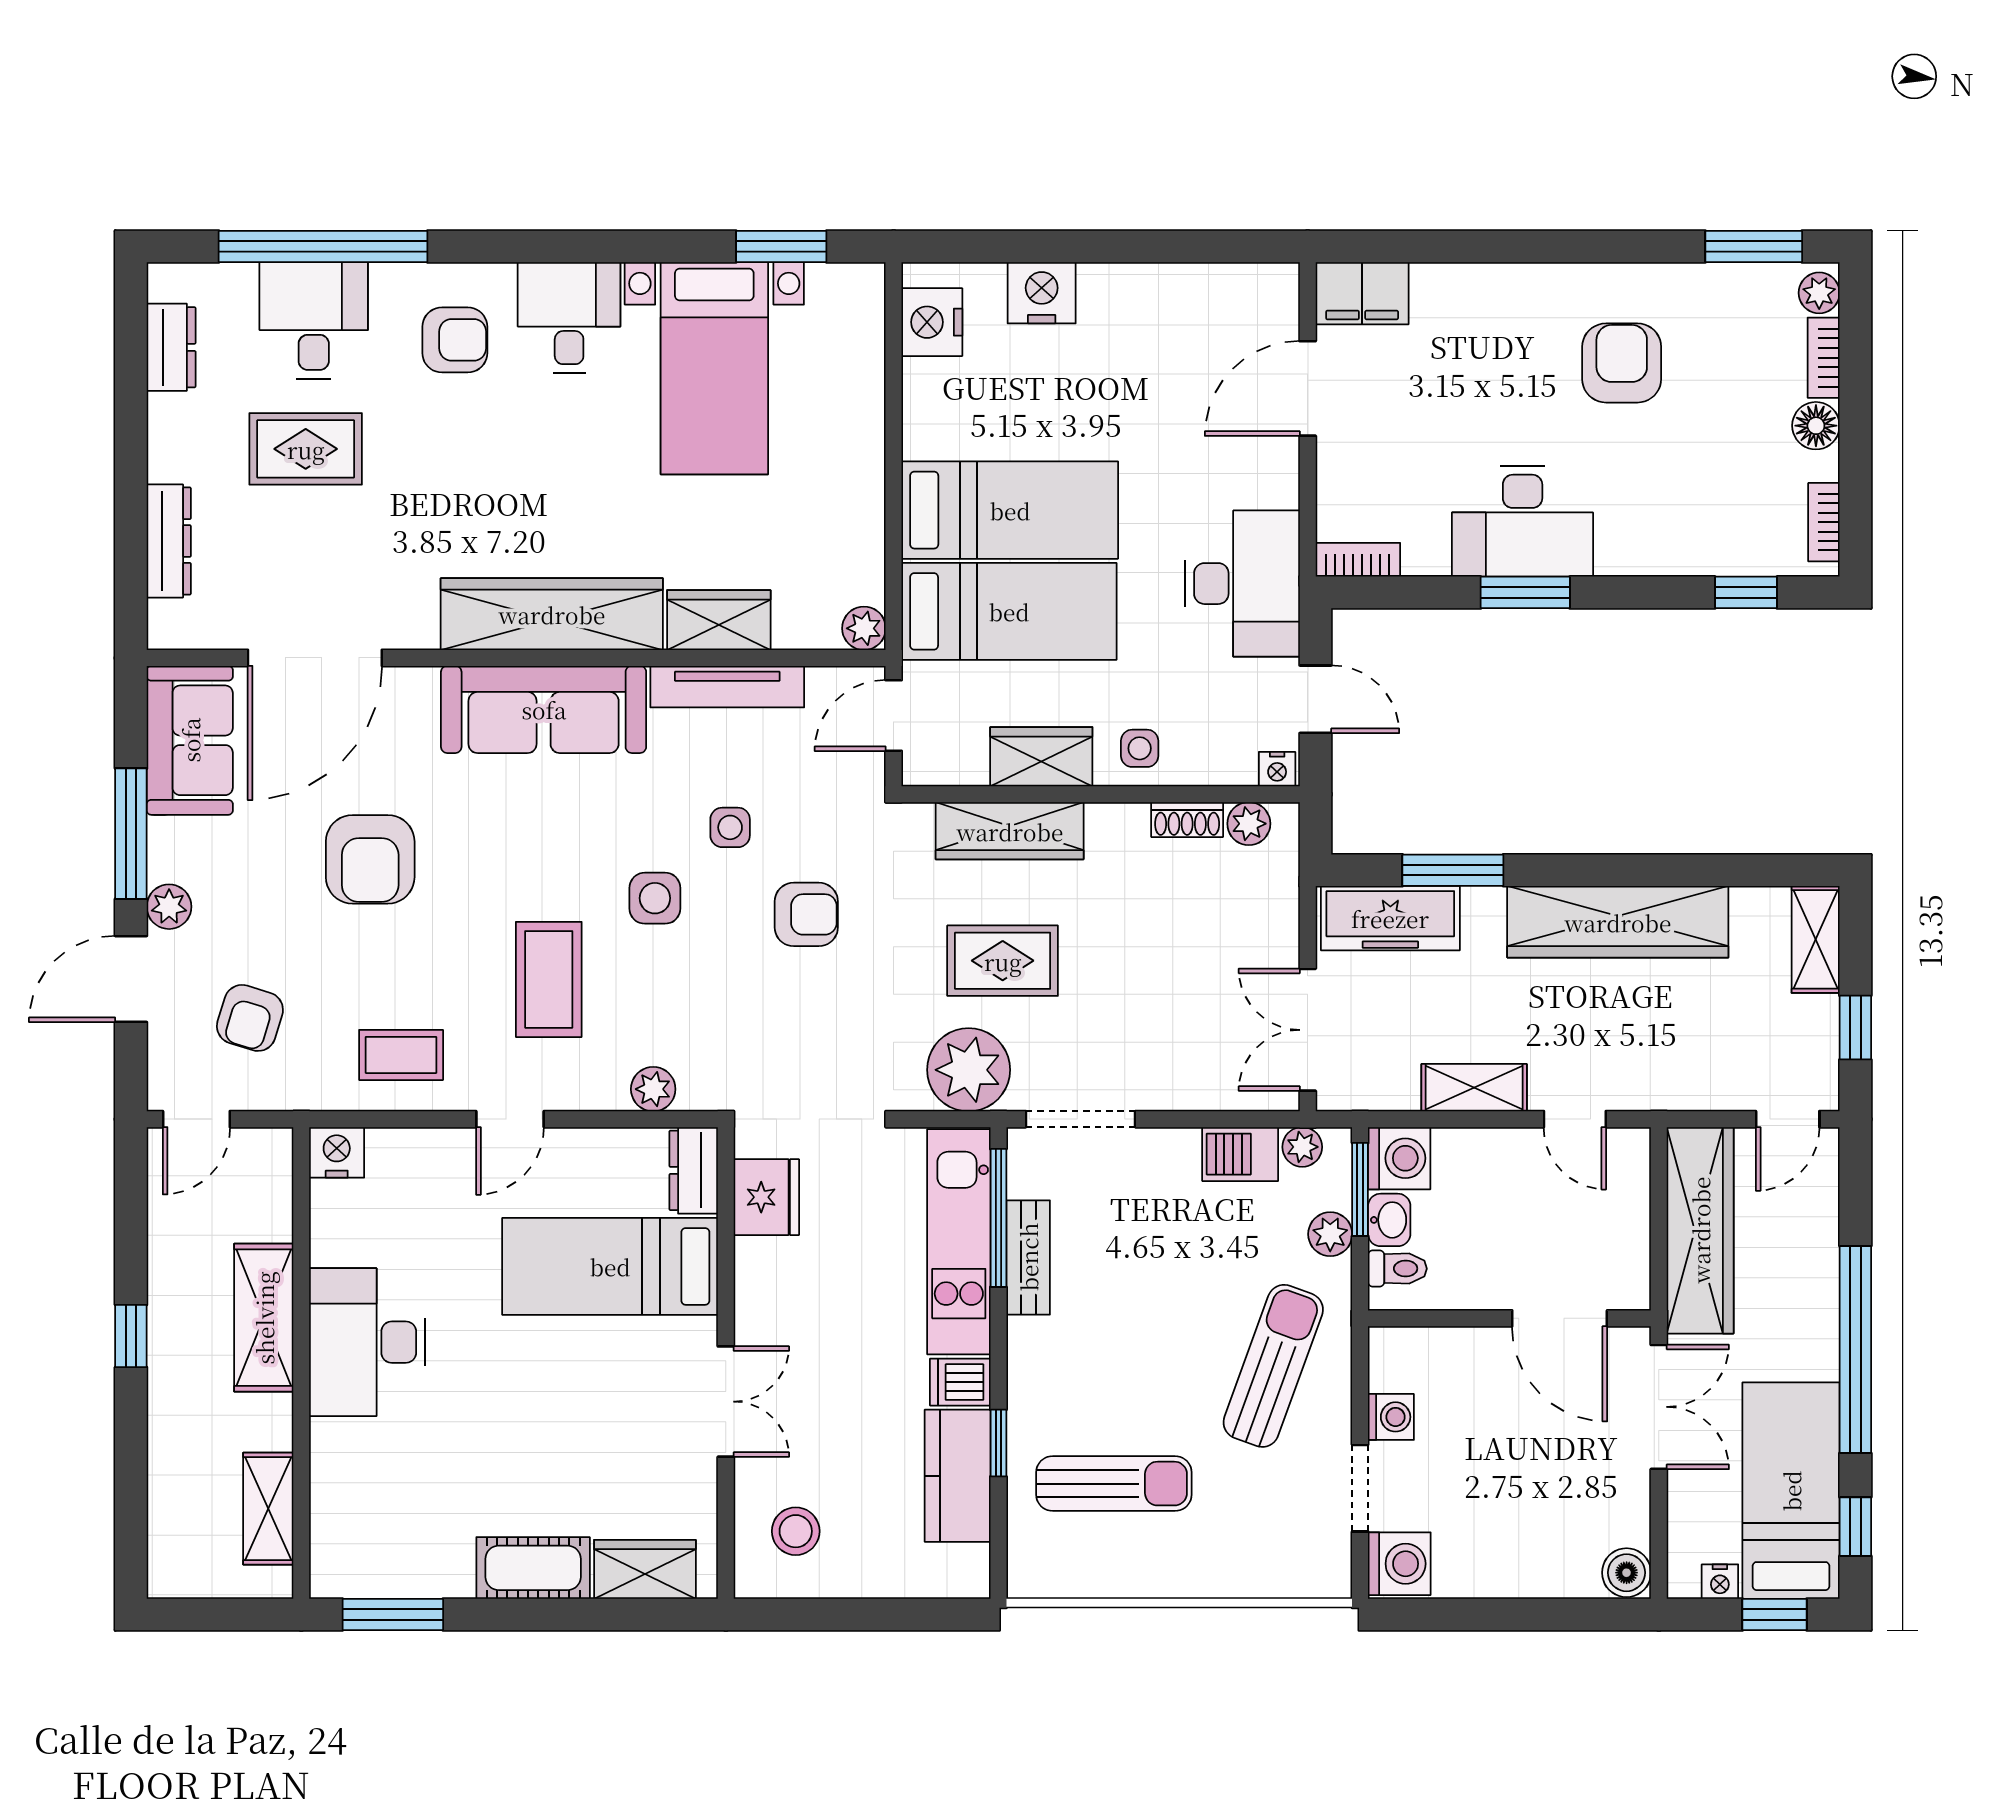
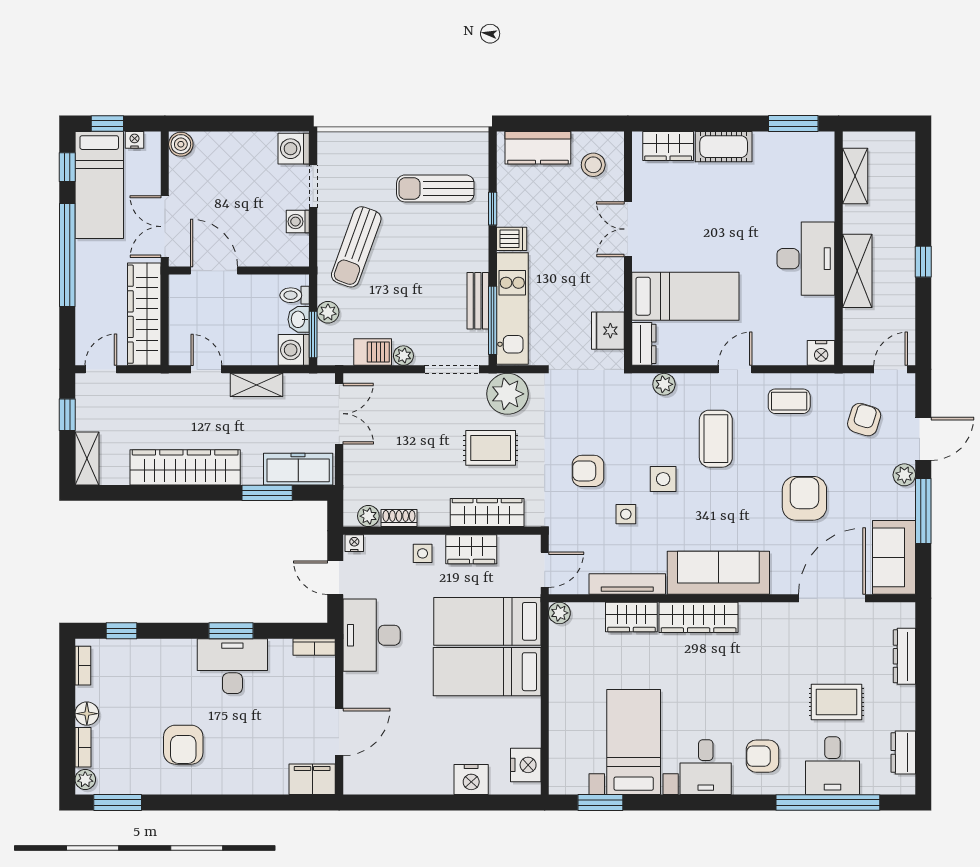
wardrobe: (552, 614) -> (699, 617), width x0.71, depth x0.85
plant: (1302, 1147) -> (403, 356), moved
kitchen counter: (958, 1476) -> (538, 148), moved, turned 90

